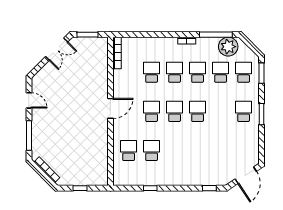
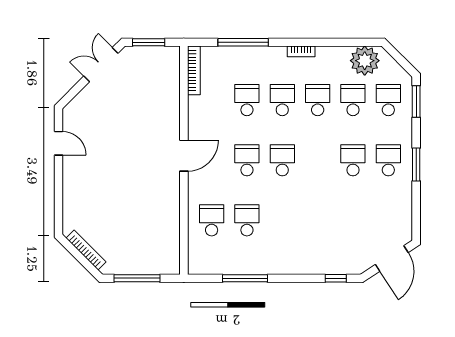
window: (216, 35) -> (243, 42), moved
double door: (57, 49) -> (101, 65), swing flipped
school desk: (198, 111) -> (353, 160), moved
window: (29, 136) -> (58, 197), removed
window: (80, 188) -> (137, 278), width x2.17
window: (150, 188) -> (245, 278), width x2.17

